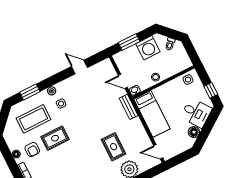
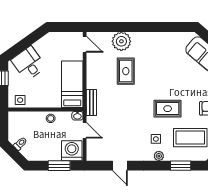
washing machine: (148, 48) -> (72, 151), moved
floor lamp: (194, 132) -> (40, 46), removed
rug: (55, 138) -> (168, 109), moved

